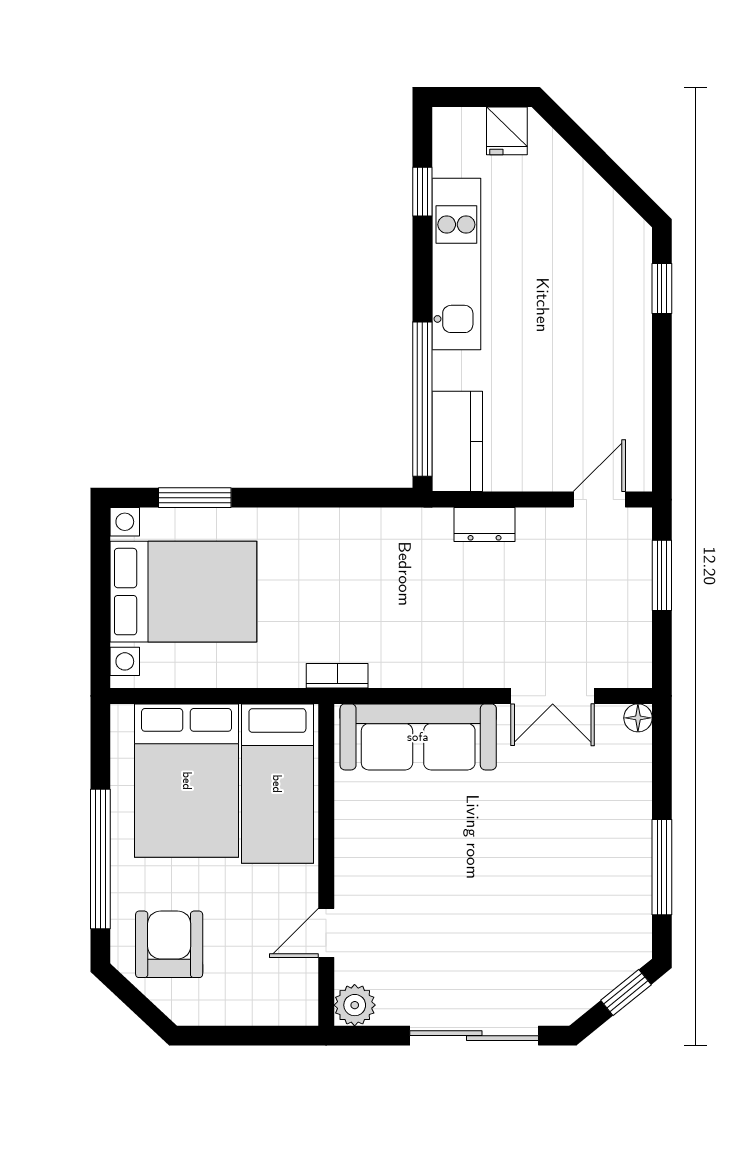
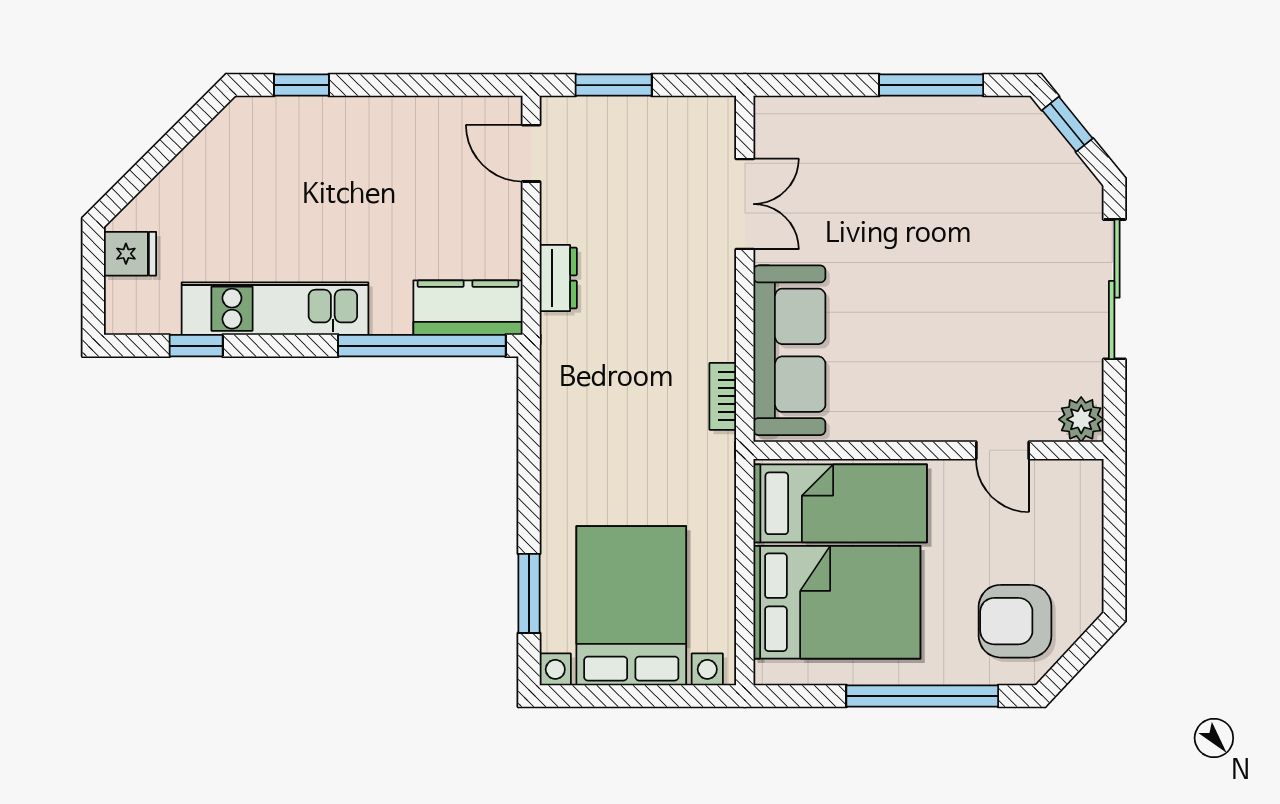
bookcase: (337, 676) -> (723, 396), moved
floor lamp: (638, 718) -> (769, 111), removed

